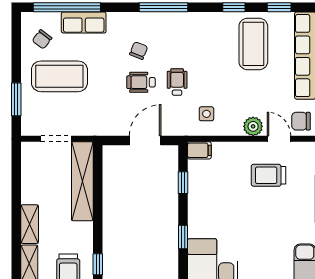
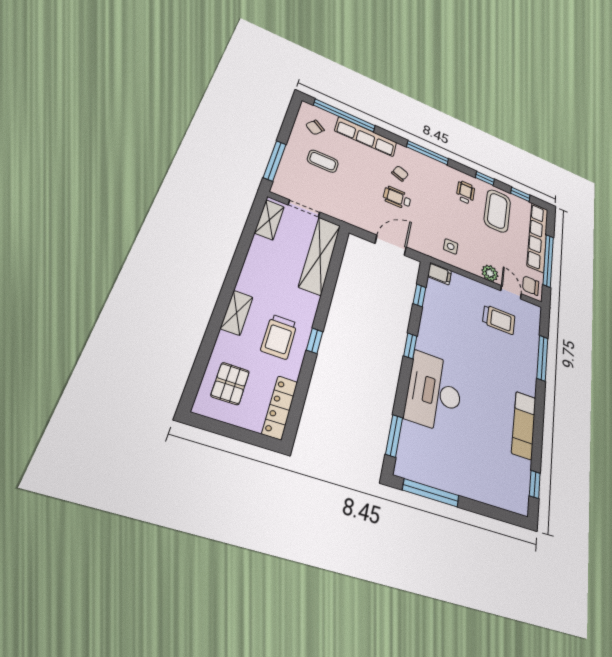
row of seats: (84, 22) -> (366, 137), width x1.48
coffee table: (59, 76) -> (323, 161), width x0.54, depth x0.58
wheelchair: (177, 82) -> (466, 193), moved
window: (16, 99) -> (275, 161), width x1.44
trolley: (269, 175) -> (499, 320), turned 180
shelving: (30, 224) -> (269, 220), moved

